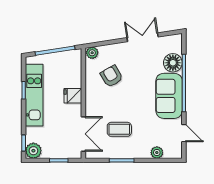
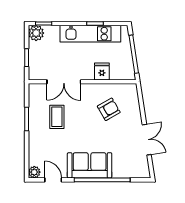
plant: (92, 53) -> (132, 90), removed
floor lamp: (173, 63) -> (122, 169), removed
fridge: (73, 96) -> (102, 71), moved
door: (184, 133) -> (53, 180), swing flipped
double door: (83, 134) -> (64, 82), moved
plant: (157, 153) -> (34, 172), moved

